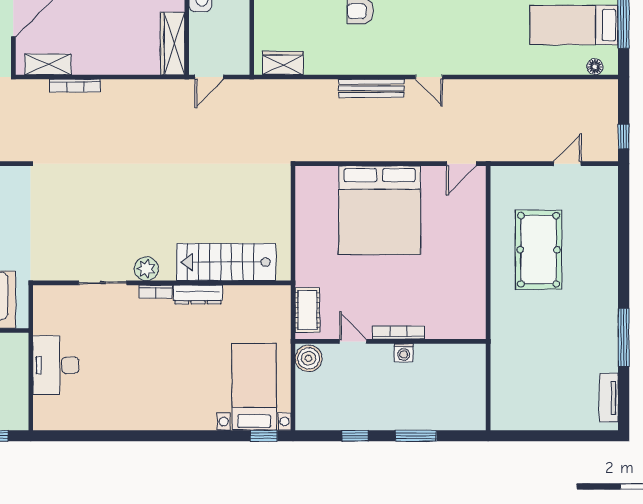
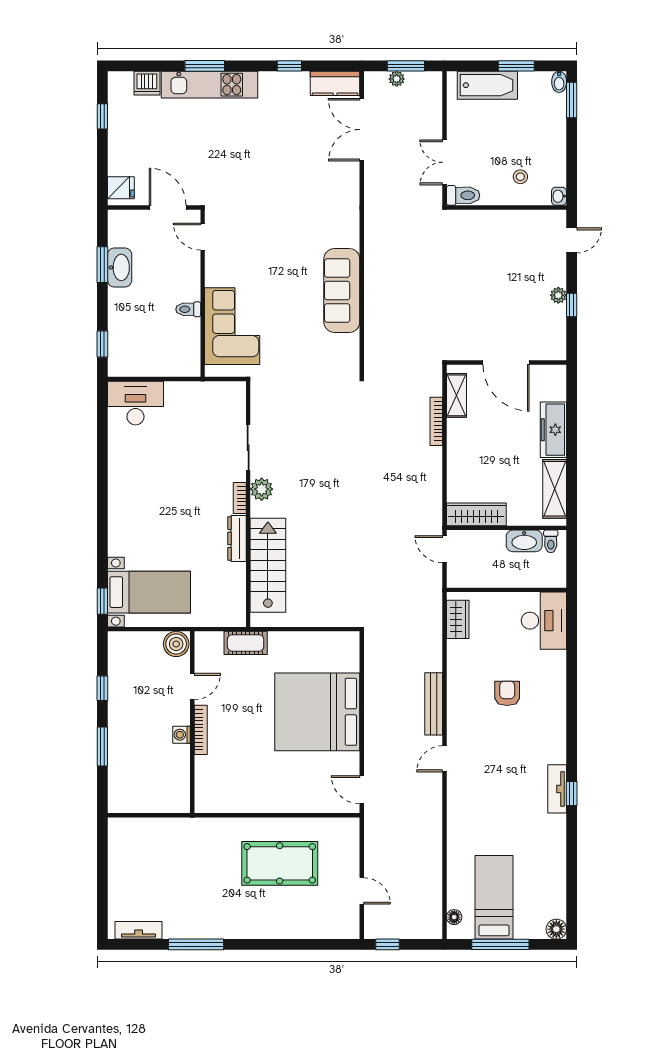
cot: (307, 310) -> (246, 643), moved
desk: (56, 365) -> (135, 403), moved

